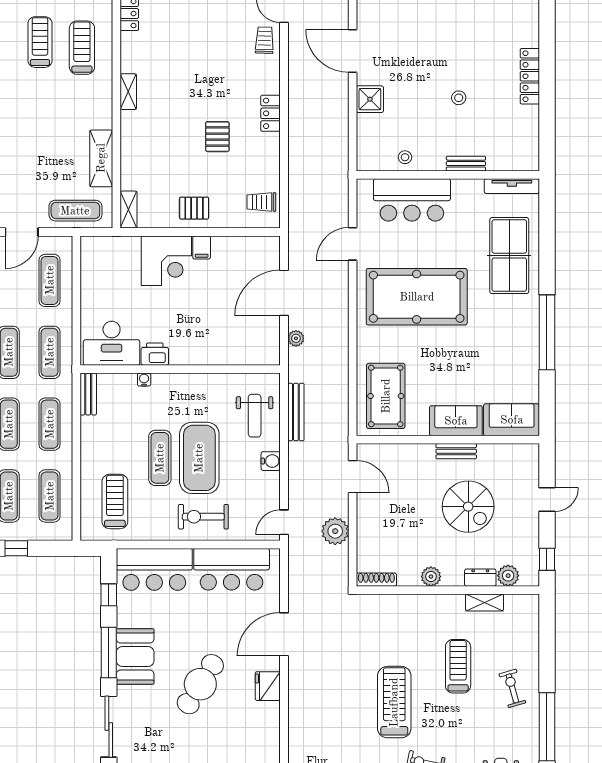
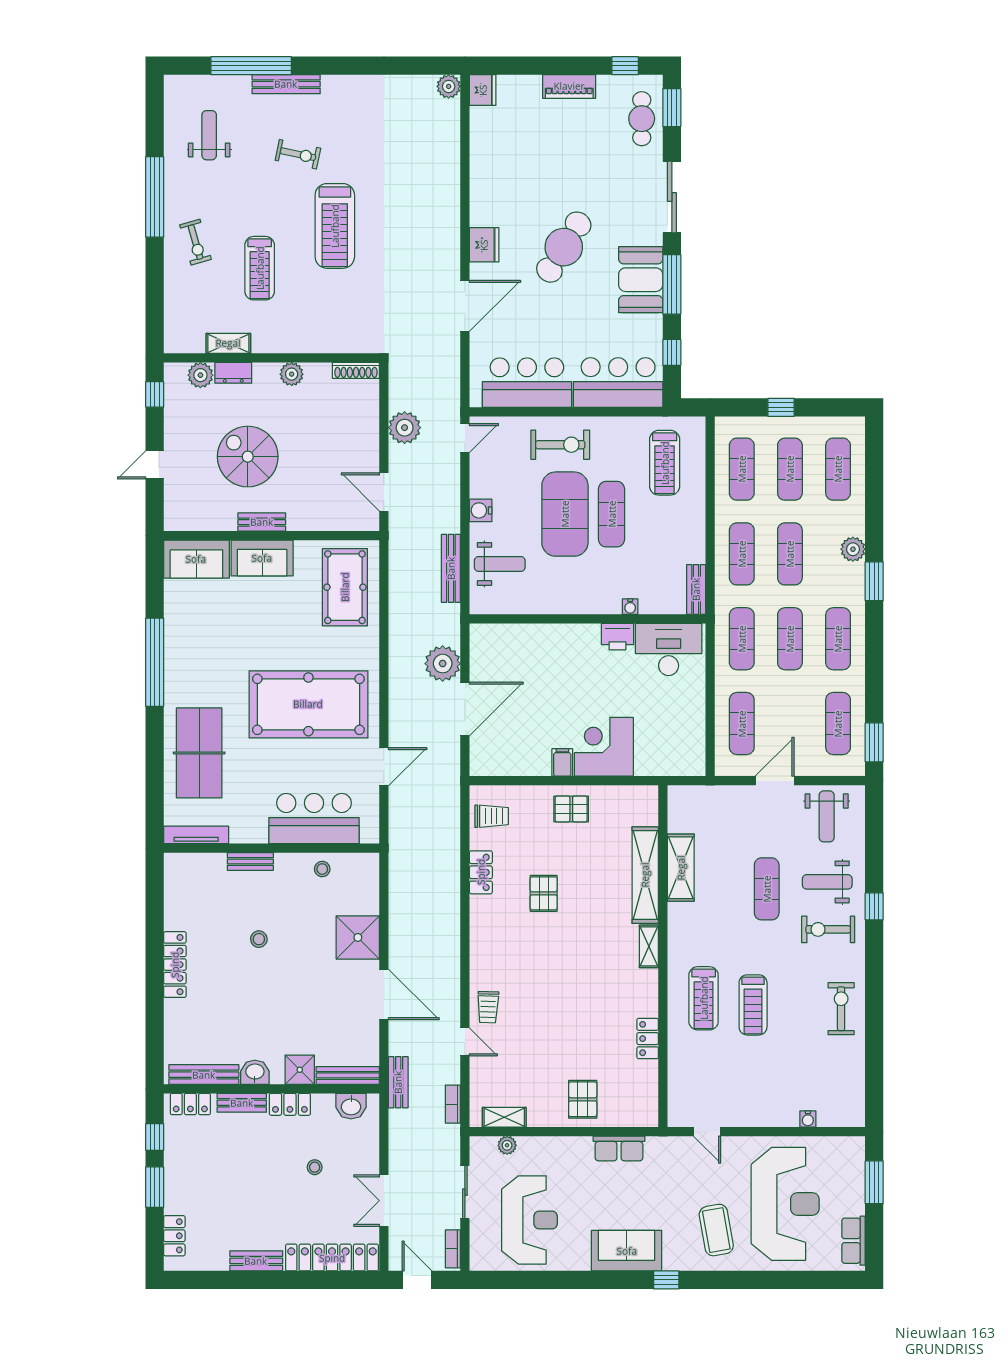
shower: (370, 99) -> (358, 937), width x1.36, depth x1.36
locker: (271, 113) -> (481, 872), moved
shelving: (129, 210) -> (645, 875), moved, width x2.20, depth x1.33
exercise mat: (75, 211) -> (767, 889), moved, turned 90
plant: (296, 338) -> (443, 664), width x1.88, depth x1.88
weight bench: (255, 416) -> (500, 564), turned 90

